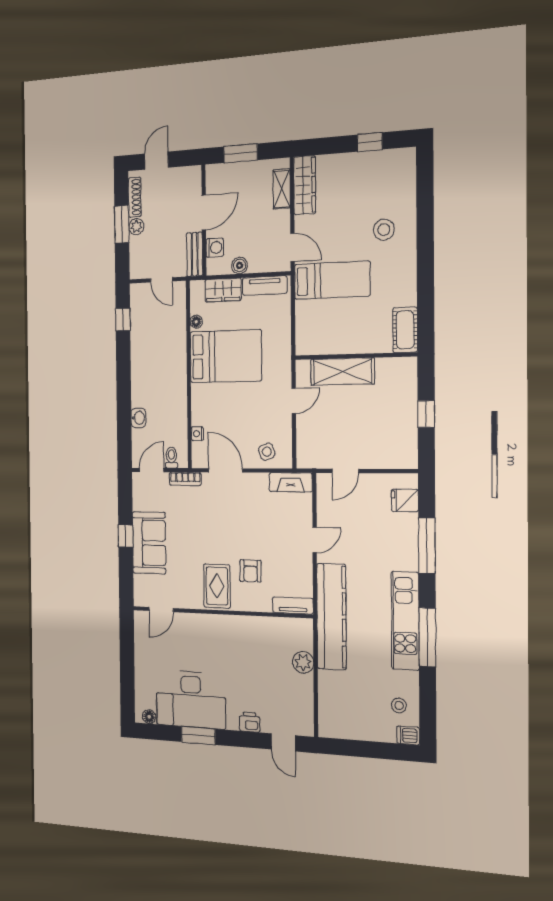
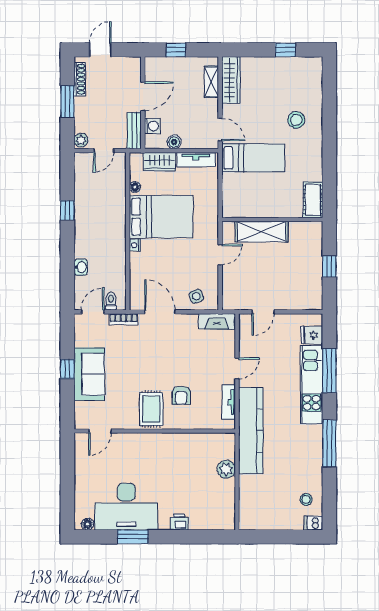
window: (241, 153) -> (176, 50), width x0.67
plant: (136, 227) -> (81, 140), moved
door: (162, 280) -> (104, 151), hinge flipped
window: (123, 320) -> (67, 210), moved
nightstand: (197, 434) -> (135, 245), moved
tv unit: (293, 605) -> (229, 402), moved, turned -90
kitchen unit: (405, 621) -> (312, 385), moved
door: (283, 742) -> (208, 537), removed

